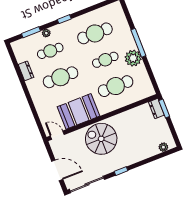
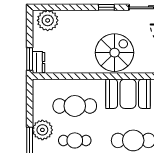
spiral stairs: (101, 139) -> (115, 53), turned -90
plant: (163, 147) -> (48, 20), width x1.87, depth x1.87

